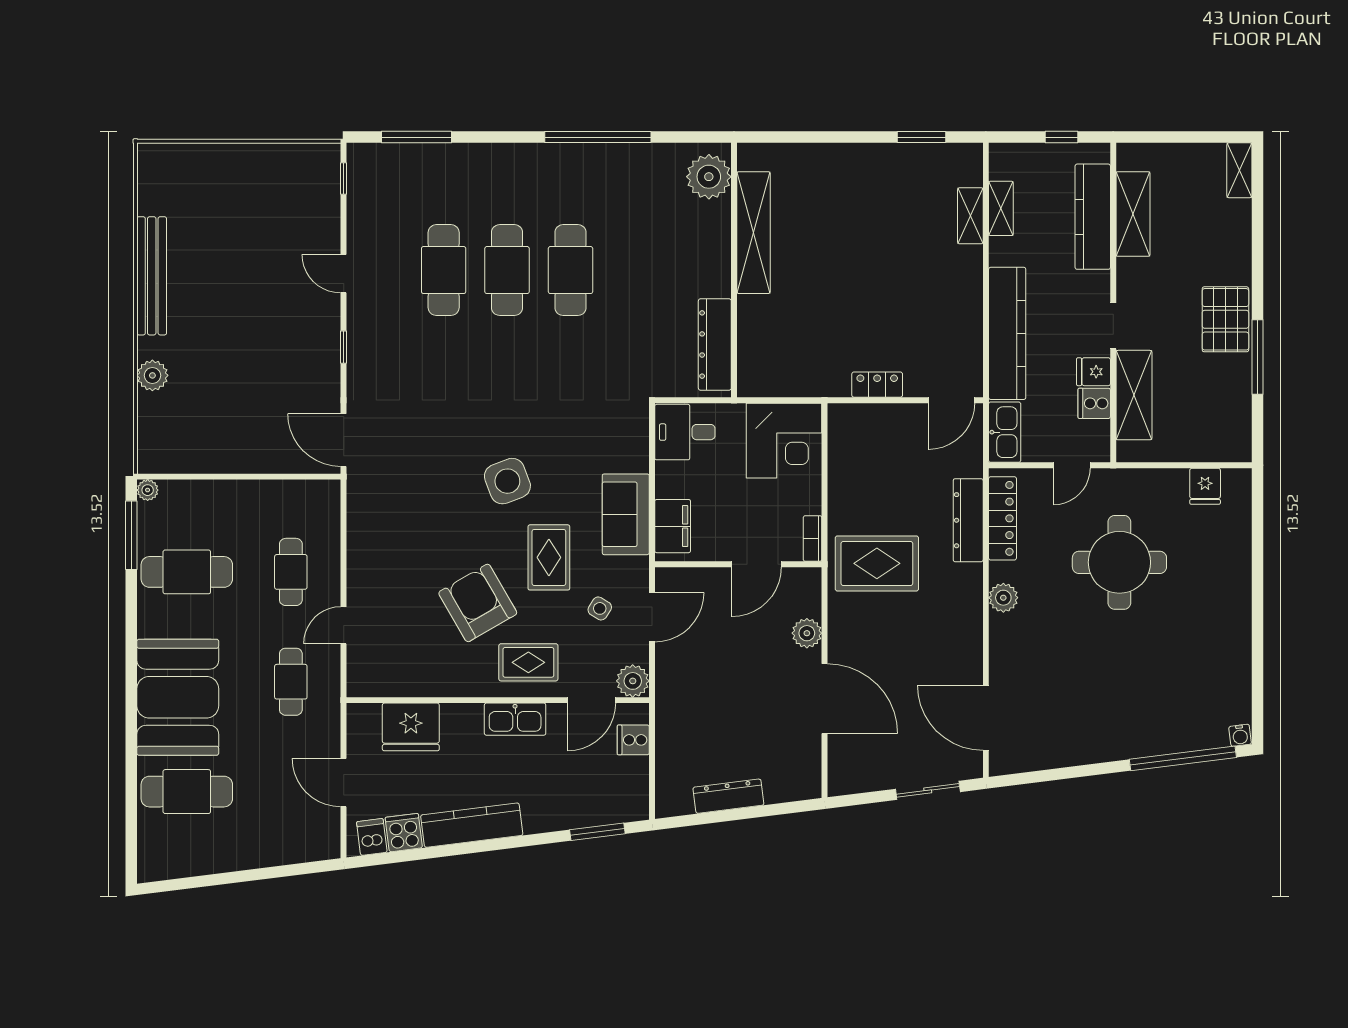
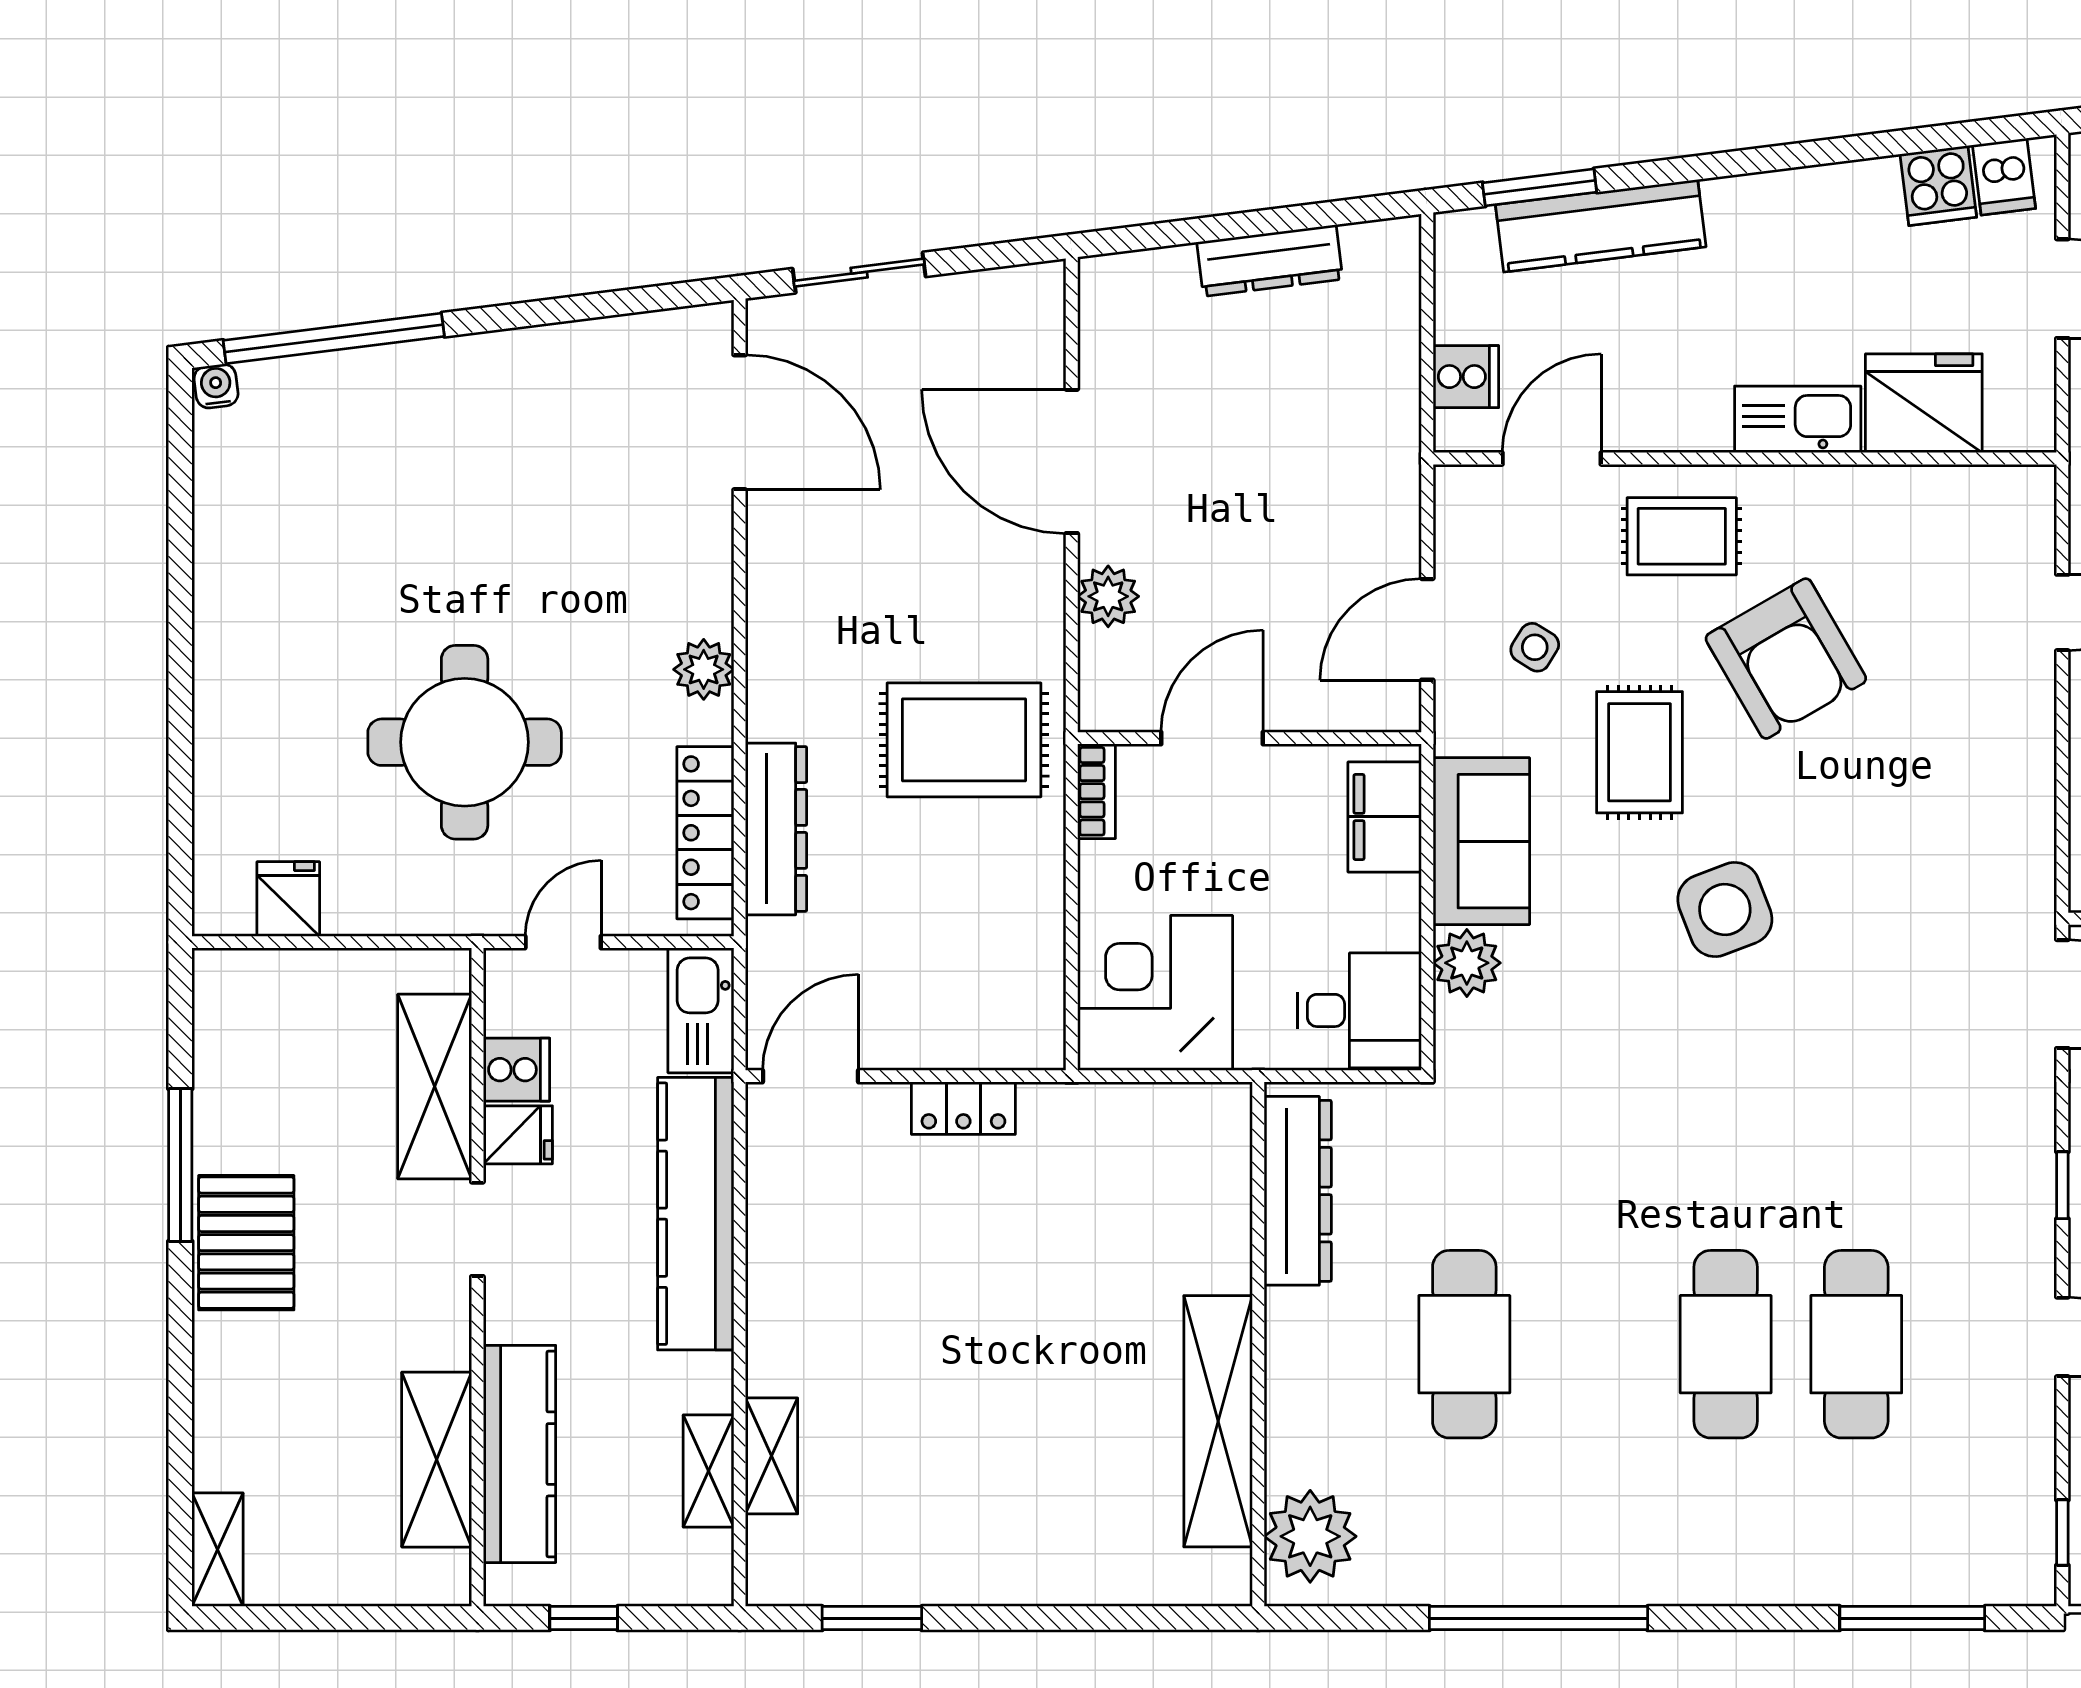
cafe table: (570, 270) -> (1464, 1344), moved
plant: (633, 681) -> (1467, 963), moved
kitchen sink: (515, 719) -> (1798, 419), moved
kitchen counter: (472, 825) -> (1601, 226), moved

